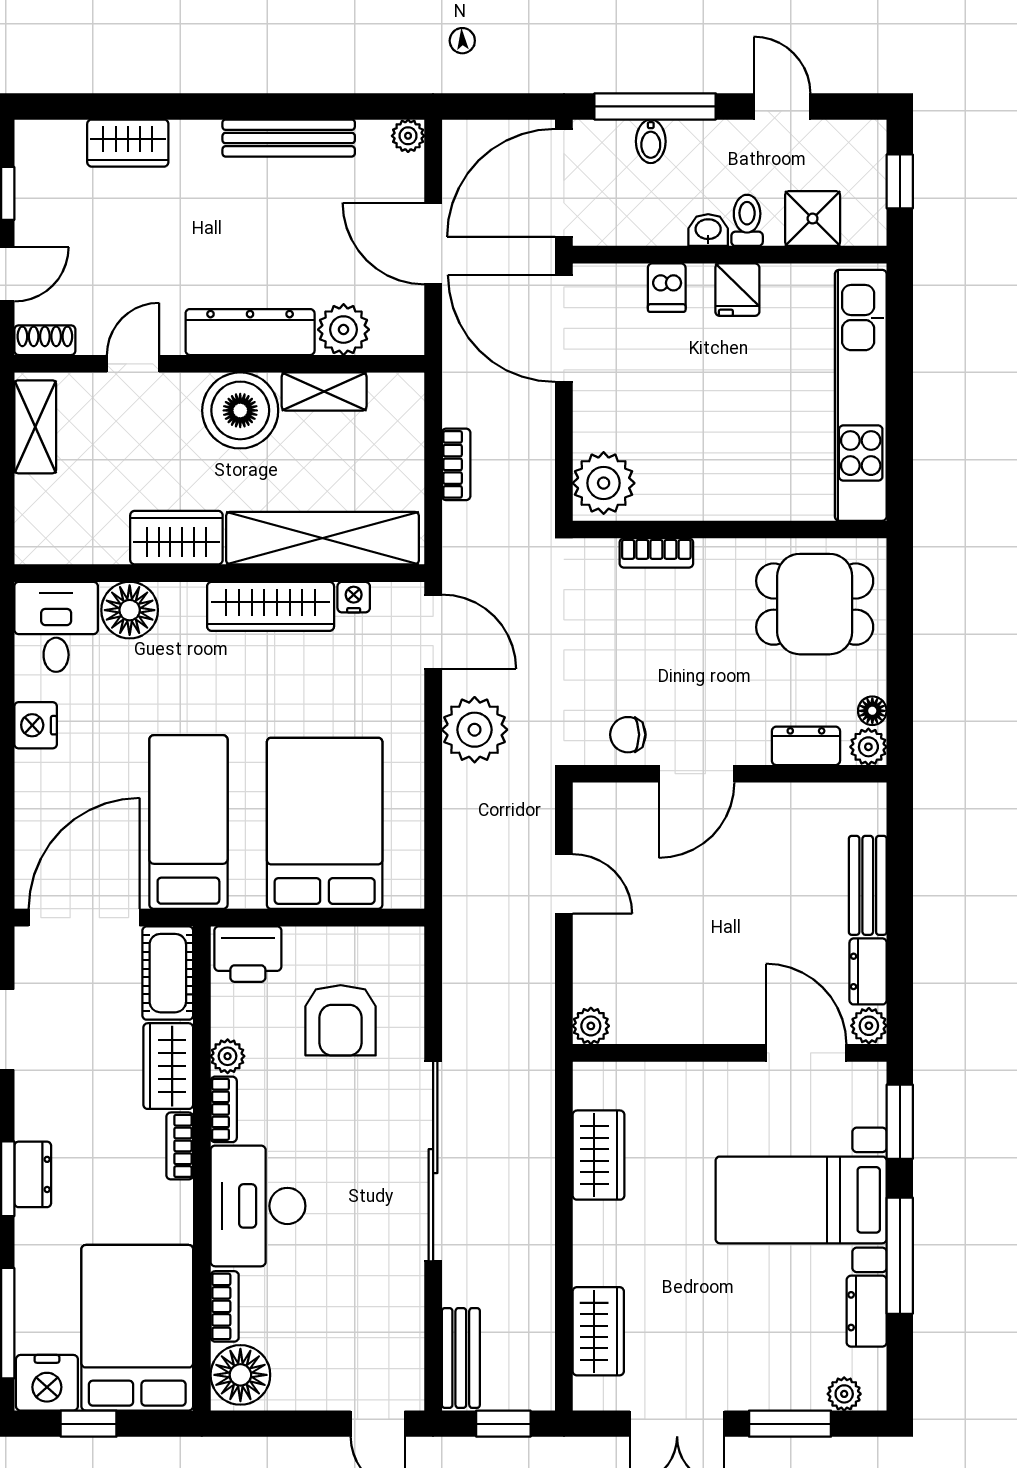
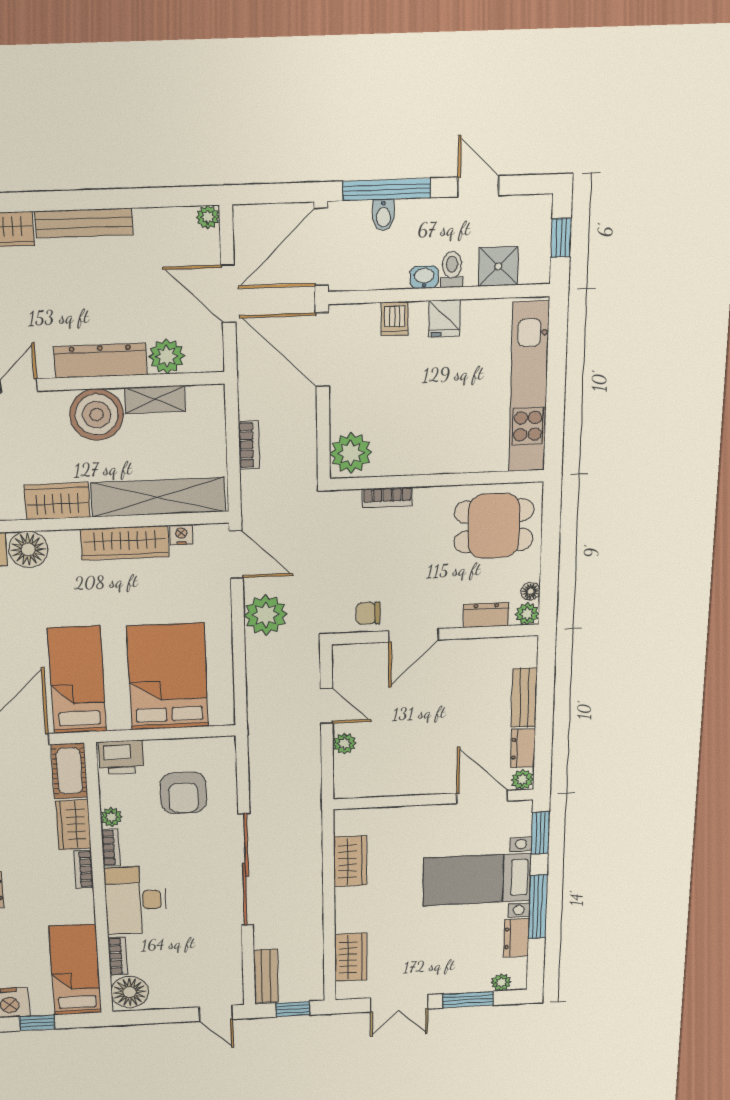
bench: (289, 138) -> (84, 223), moved
plant: (591, 1026) -> (344, 743), moved
bed: (137, 1328) -> (75, 970), width x0.67

